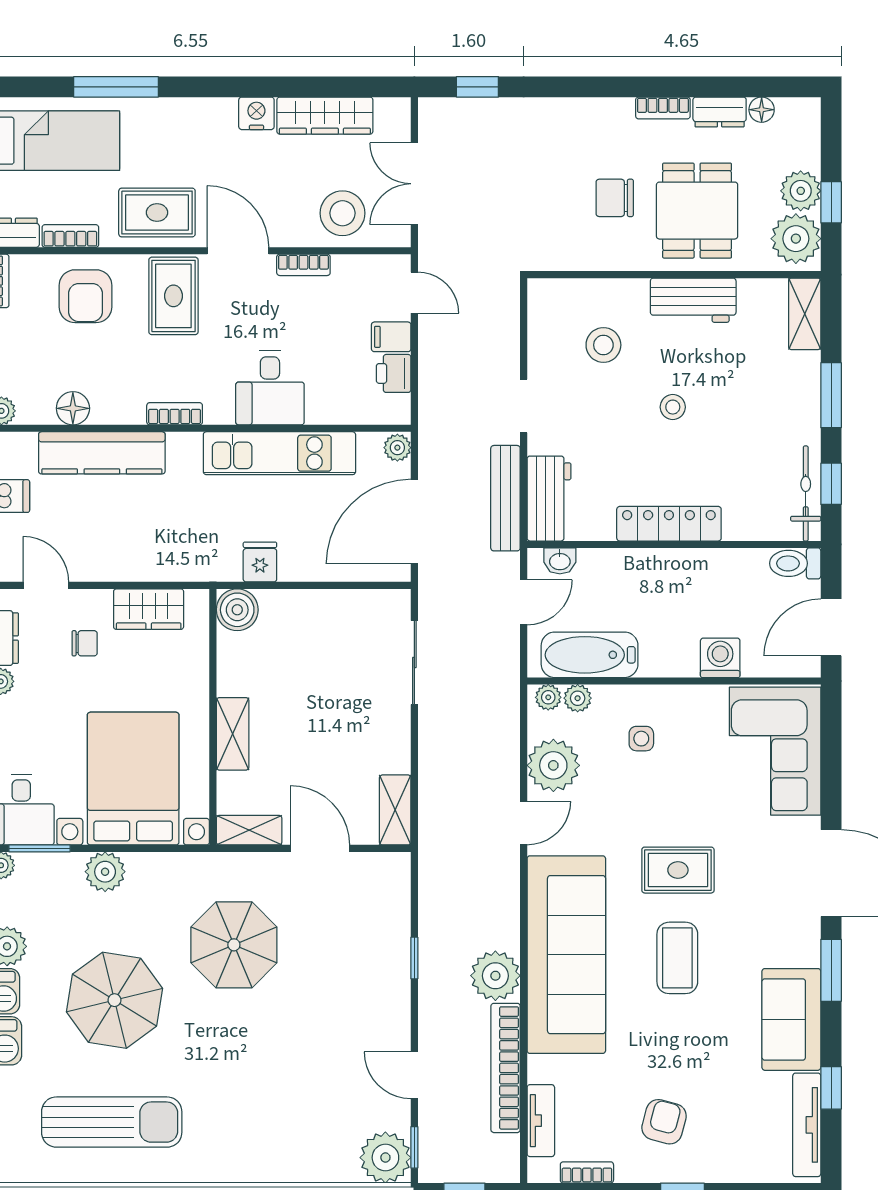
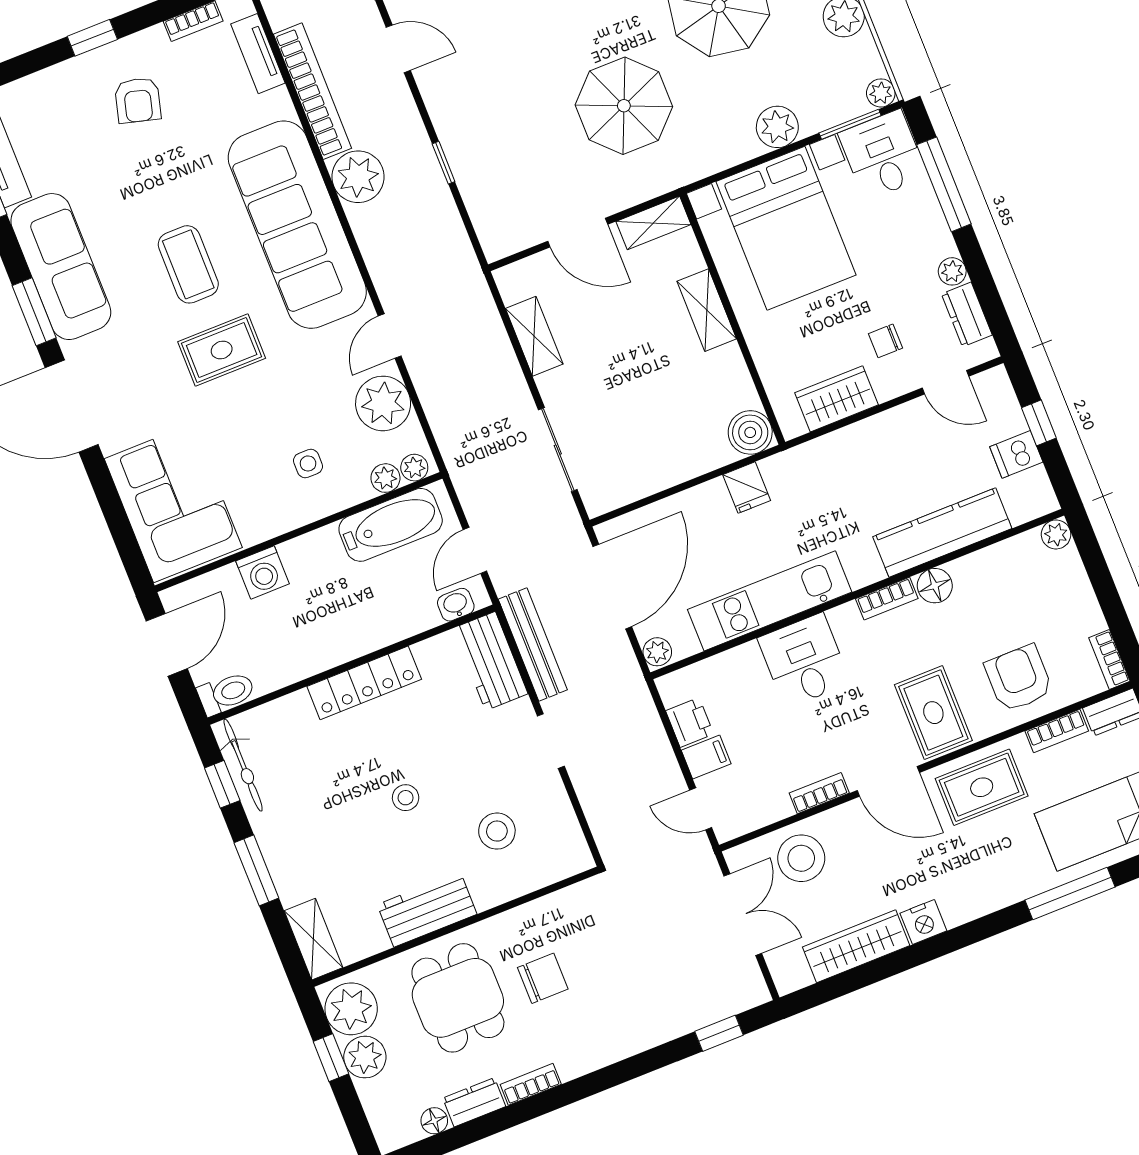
floor lamp: (73, 408) -> (935, 586), moved
shelving: (395, 810) -> (534, 336), moved
sofa: (791, 1019) -> (61, 267), width x1.36

